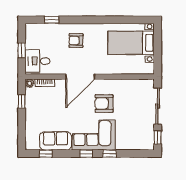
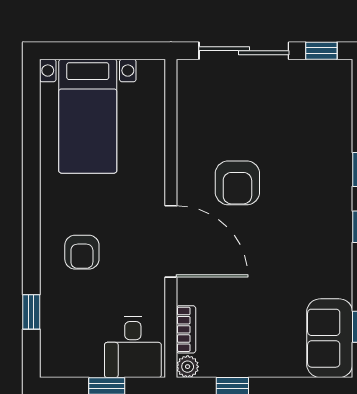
corner sofa: (94, 135) -> (315, 208), removed
sofa: (56, 141) -> (330, 338), moved

